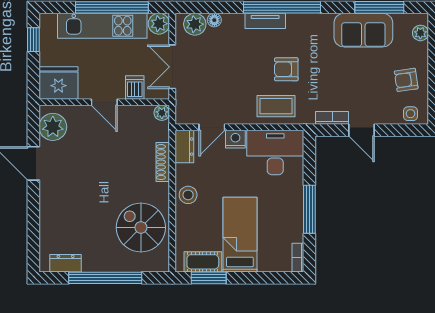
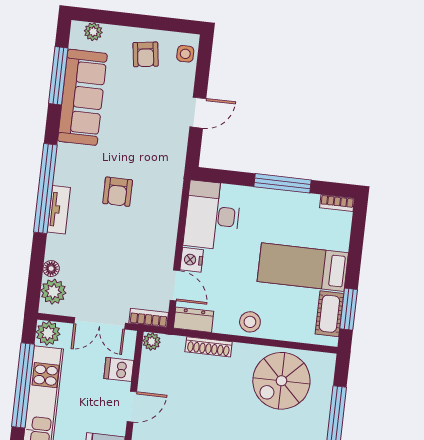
sofa: (363, 30) -> (82, 97), width x1.36
coffee table: (276, 106) -> (159, 208), removed
bookcase: (332, 118) -> (149, 318), moved, turned 90

